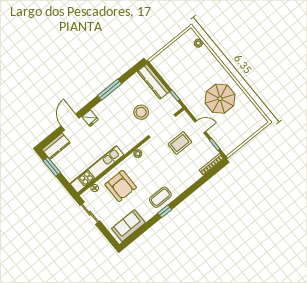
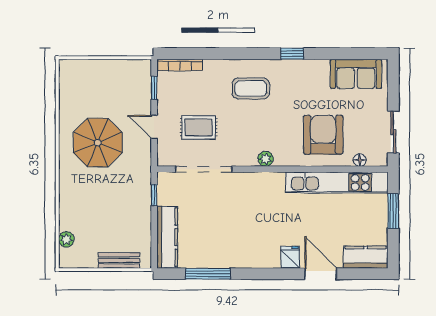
bench: (167, 53) -> (119, 260), added
window: (110, 90) -> (208, 274), moved
stool: (141, 112) -> (216, 210), removed
door: (70, 122) -> (321, 274), swing flipped
window: (52, 167) -> (393, 211), moved
coffee table: (160, 197) -> (251, 88), moved

